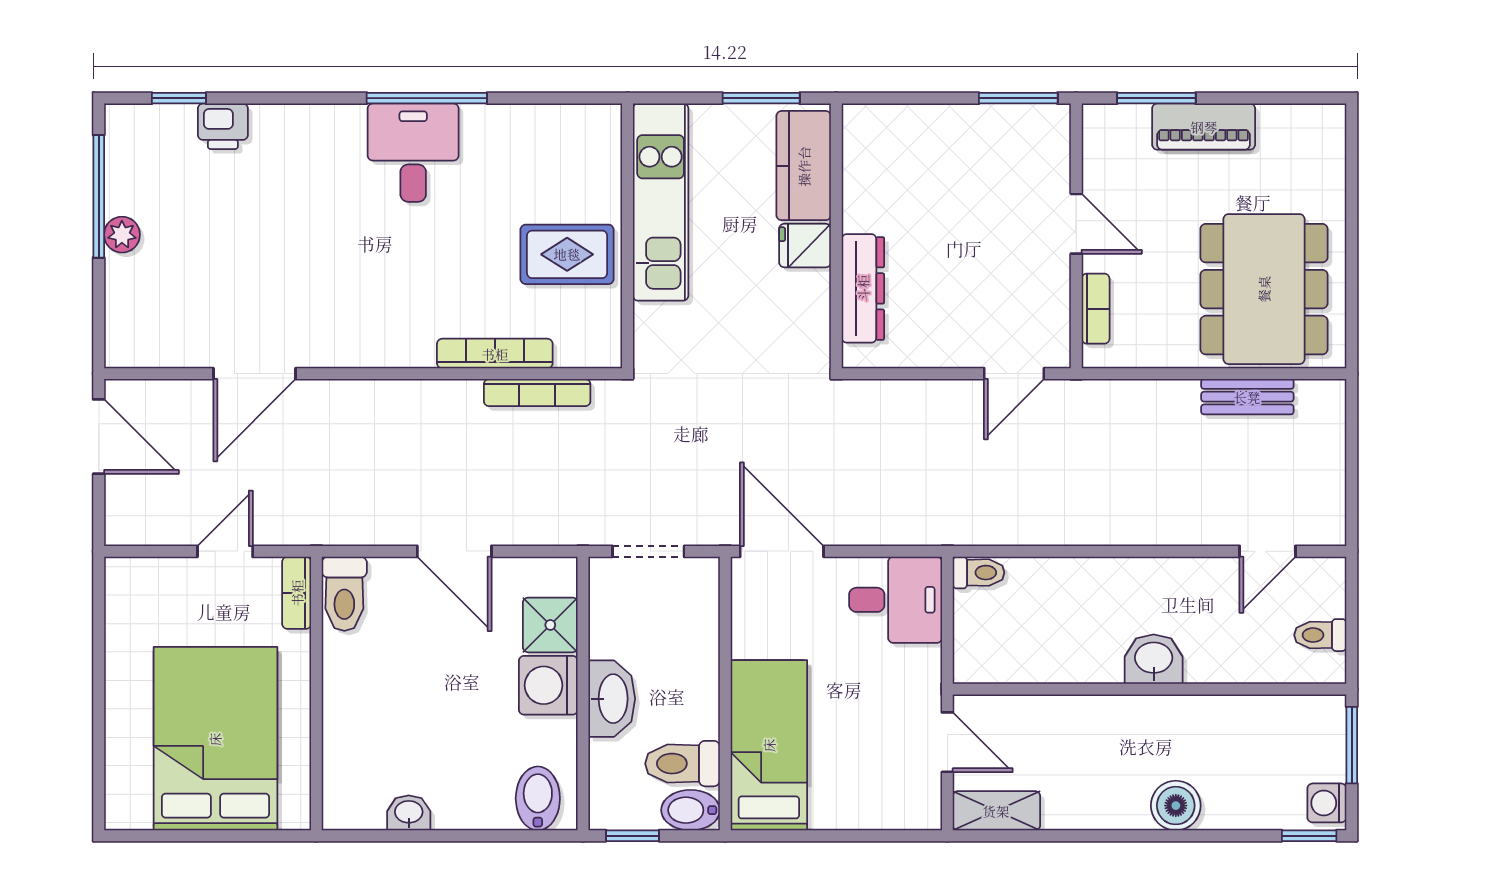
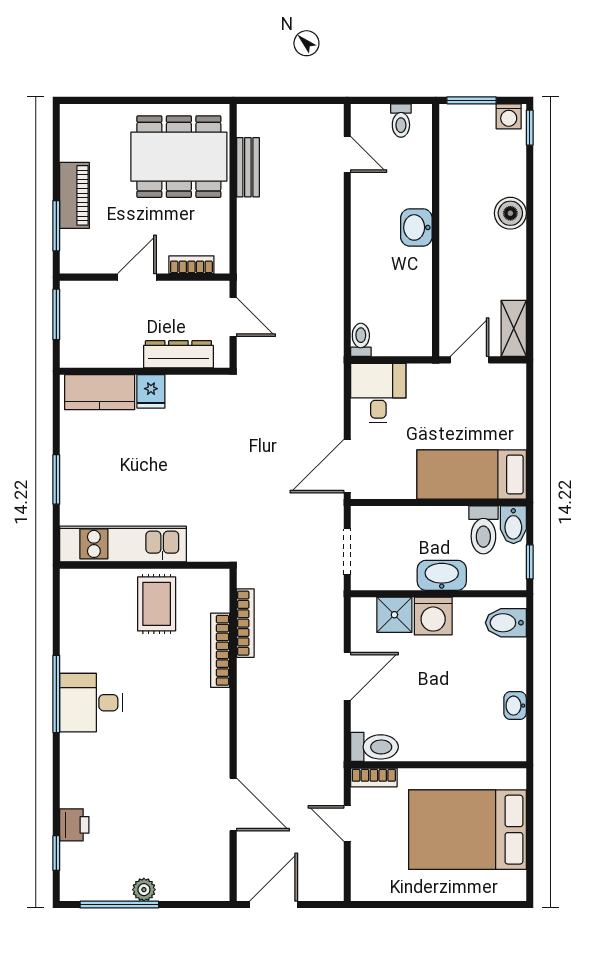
kitchen counter: (804, 166) -> (100, 392), moved
wall: (836, 236) -> (145, 371), moved
fridge: (805, 246) -> (151, 391), moved
dresser: (863, 288) -> (178, 354), moved

